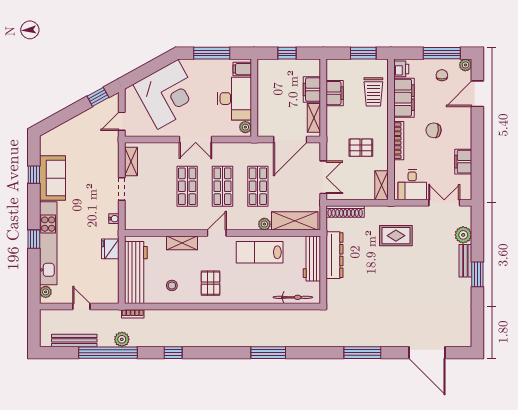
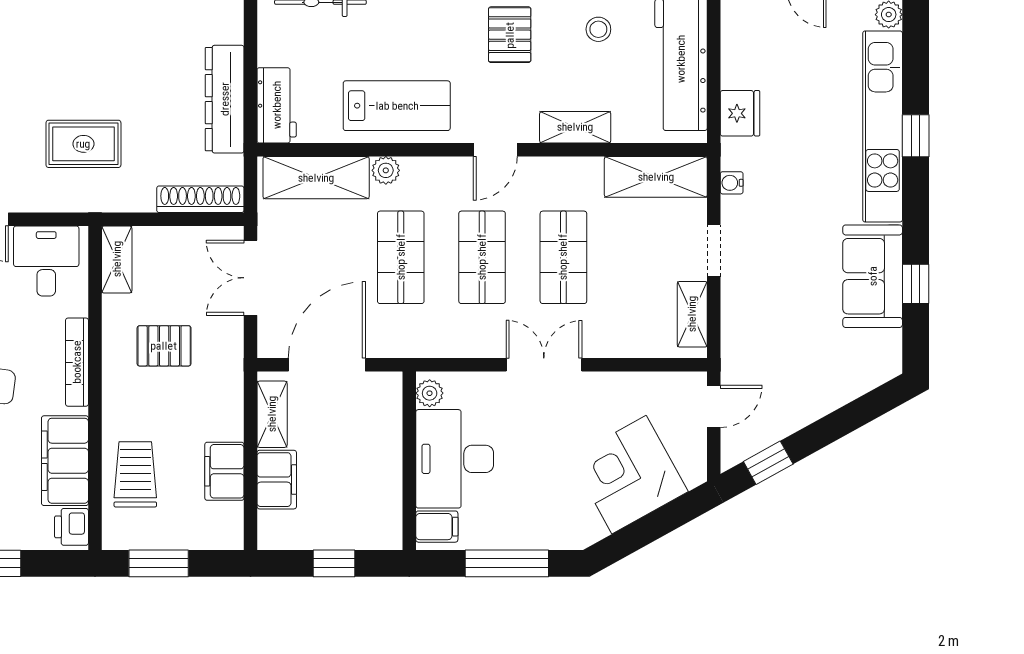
corner desk: (168, 94) -> (629, 475), width x0.74, depth x0.74
shelving: (147, 221) -> (656, 177), added
workbench: (312, 259) -> (277, 105), width x0.73

